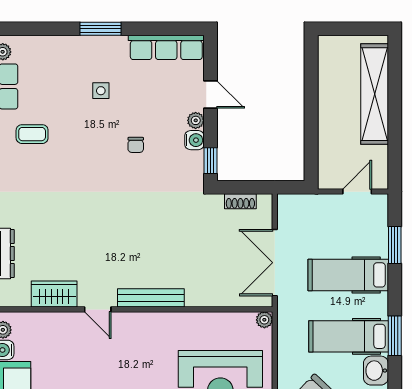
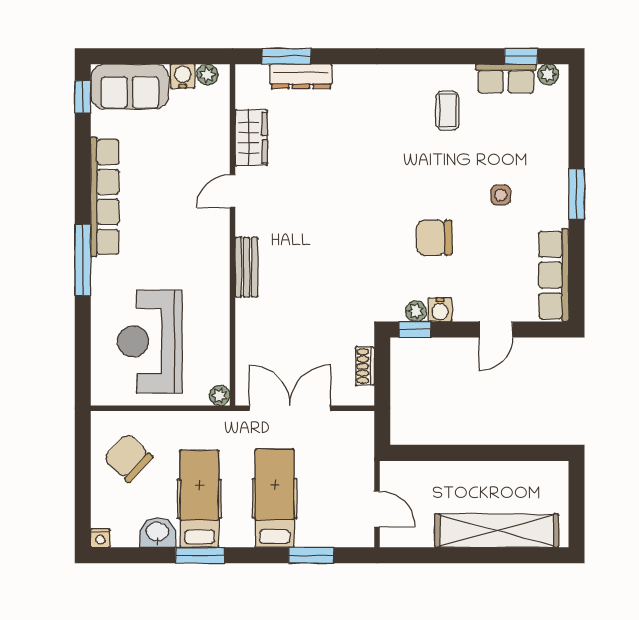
plant: (196, 120) -> (416, 311), moved
chair: (136, 145) -> (434, 238), width x1.87, depth x1.87
bench: (151, 298) -> (246, 267), width x0.73

